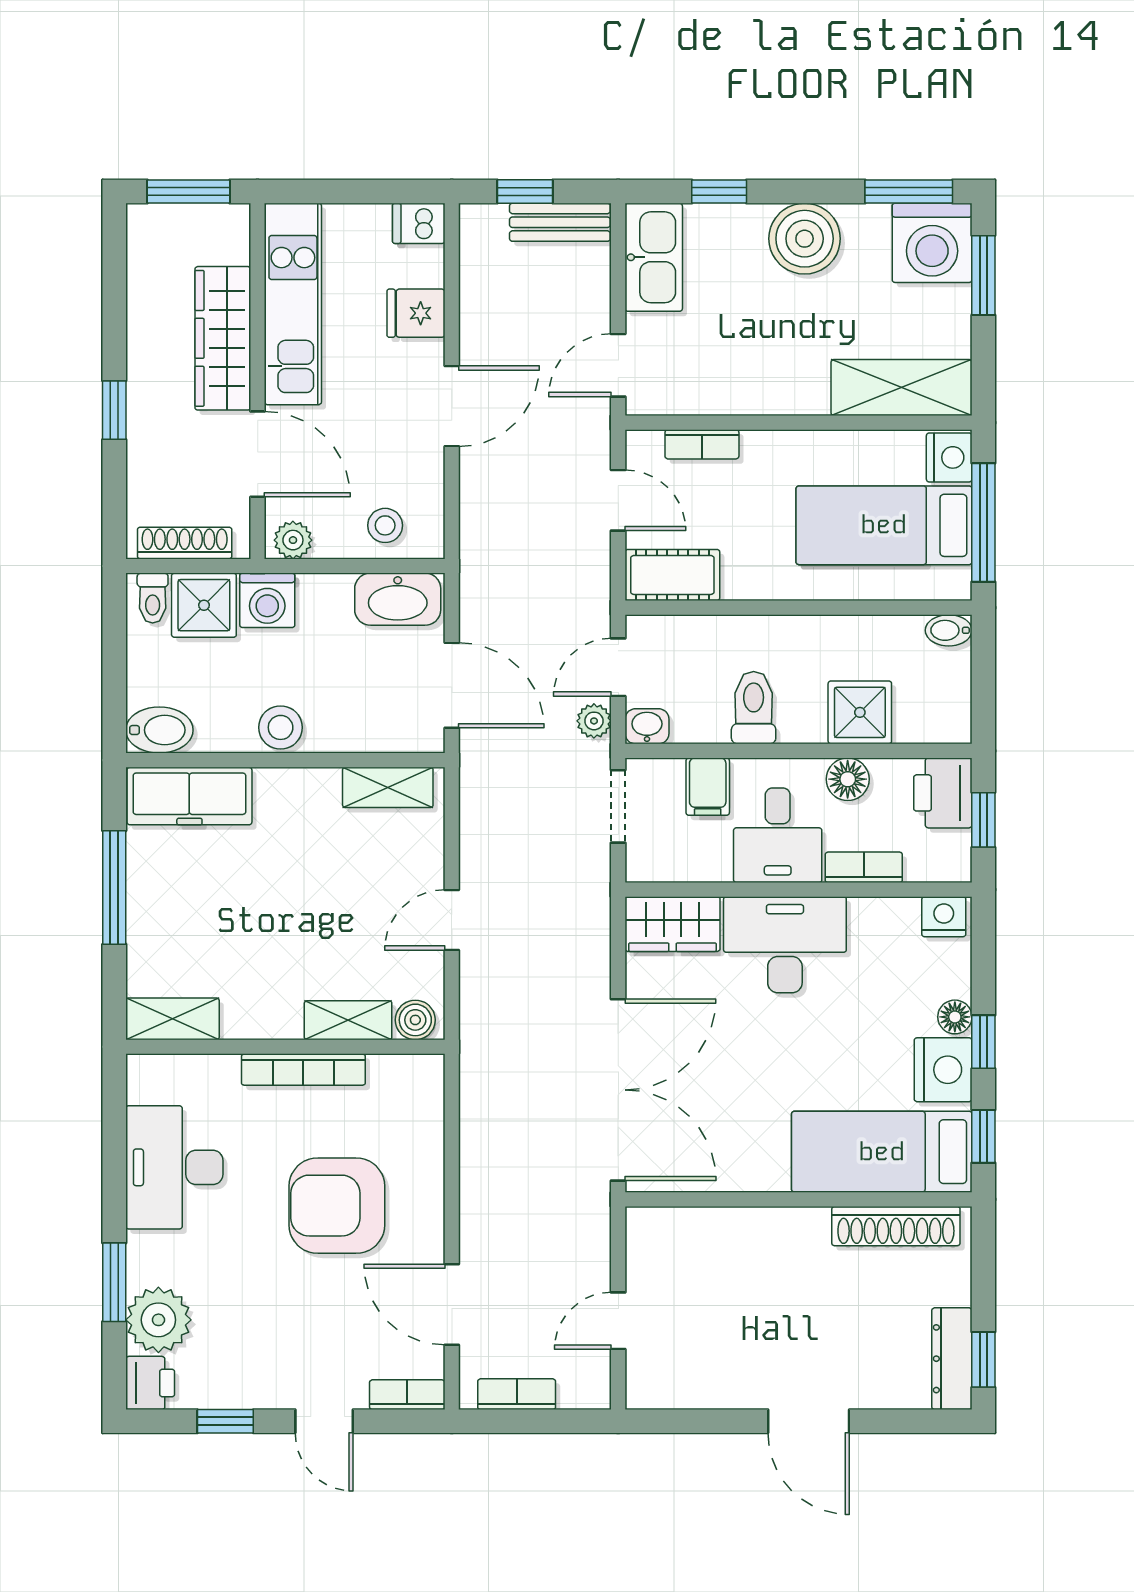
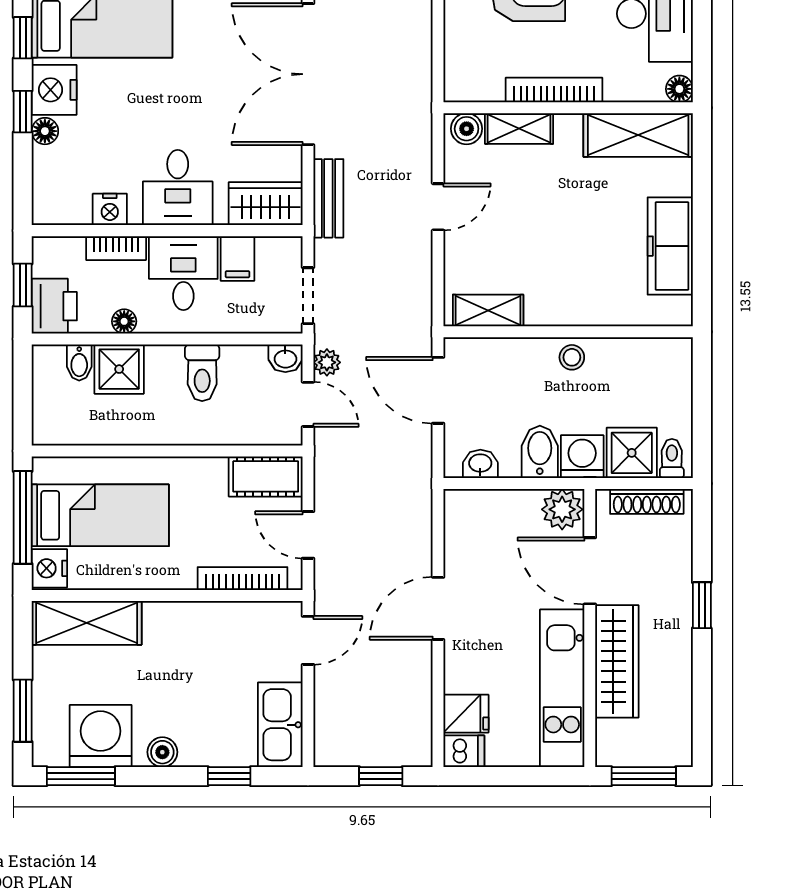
bench: (560, 222) -> (328, 198), moved, turned 90
boiler: (805, 239) -> (162, 752), width x0.54, depth x0.54
washing machine: (932, 243) -> (101, 736), moved
fridge: (416, 313) -> (466, 714), moved
bookcase: (702, 444) -> (243, 579), width x1.56
stool: (385, 525) -> (490, 515), removed
plant: (293, 540) -> (562, 509), width x1.38, depth x1.38
washbasin: (398, 599) -> (480, 464), width x0.52, depth x0.69
bidet: (949, 630) -> (79, 363), moved, turned 90
door: (618, 667) -> (308, 404), hinge flipped
stool: (281, 727) -> (572, 357), width x0.73, depth x0.73
bidet: (159, 730) -> (540, 452), moved, turned 90
floor lamp: (848, 779) -> (124, 321), width x0.73, depth x0.73
filing cabinet: (708, 787) -> (237, 258), moved, turned 180
freezer: (189, 796) -> (670, 246), moved, turned -90
window: (114, 887) -> (702, 232), removed
nightstand: (944, 917) -> (110, 209), moved
desk: (785, 945) -> (178, 188), width x0.73
shelving: (172, 1019) -> (638, 135), width x1.50, depth x1.33
floor lamp: (143, 1071) -> (679, 89), added

